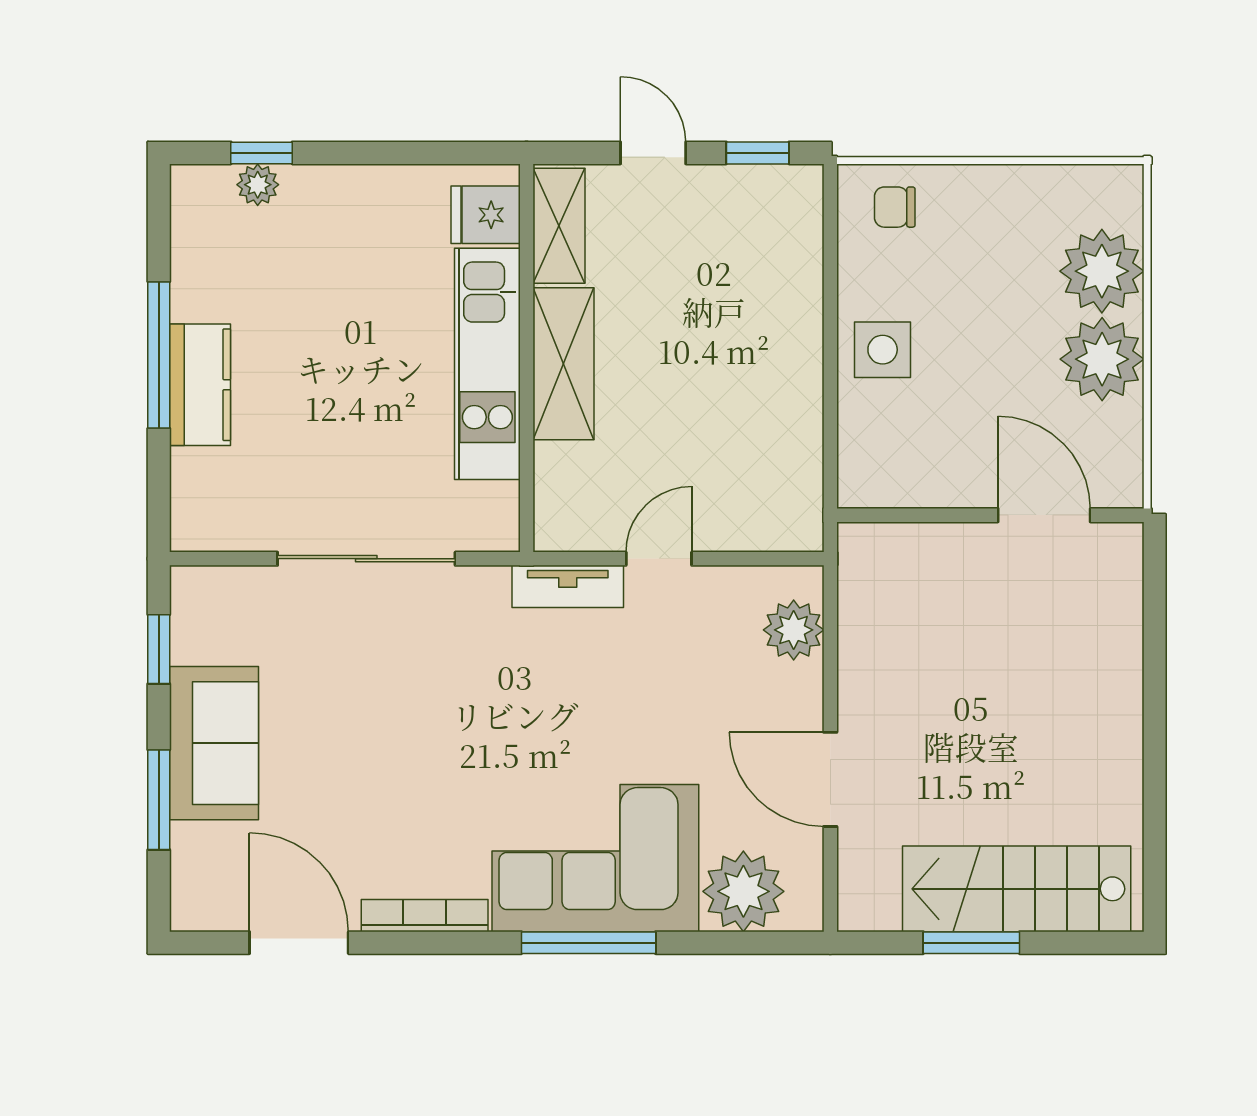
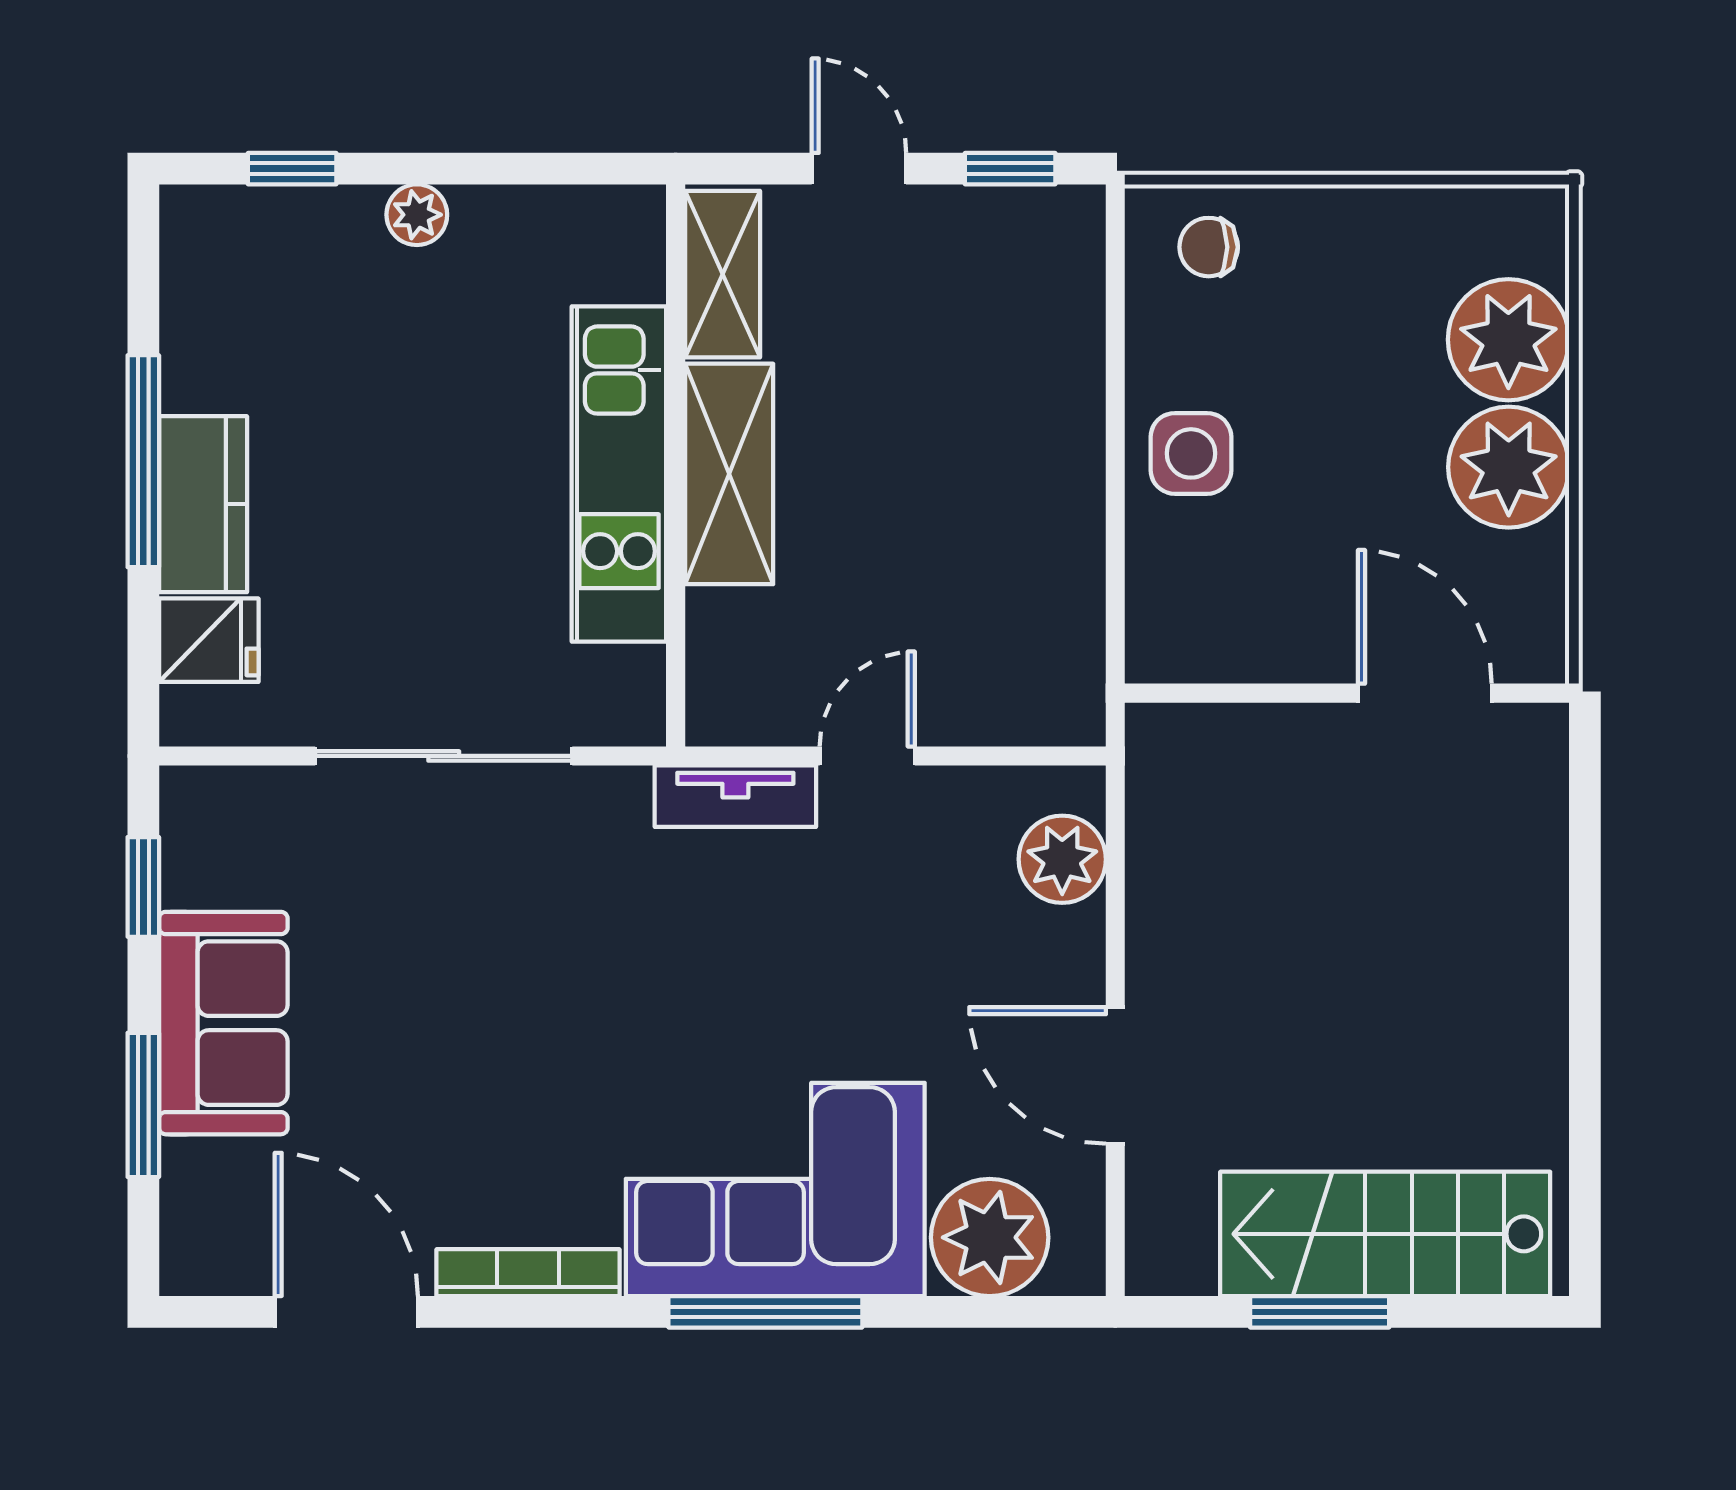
plant: (258, 185) -> (417, 215), moved
fridge: (486, 215) -> (209, 640), moved, turned 180

